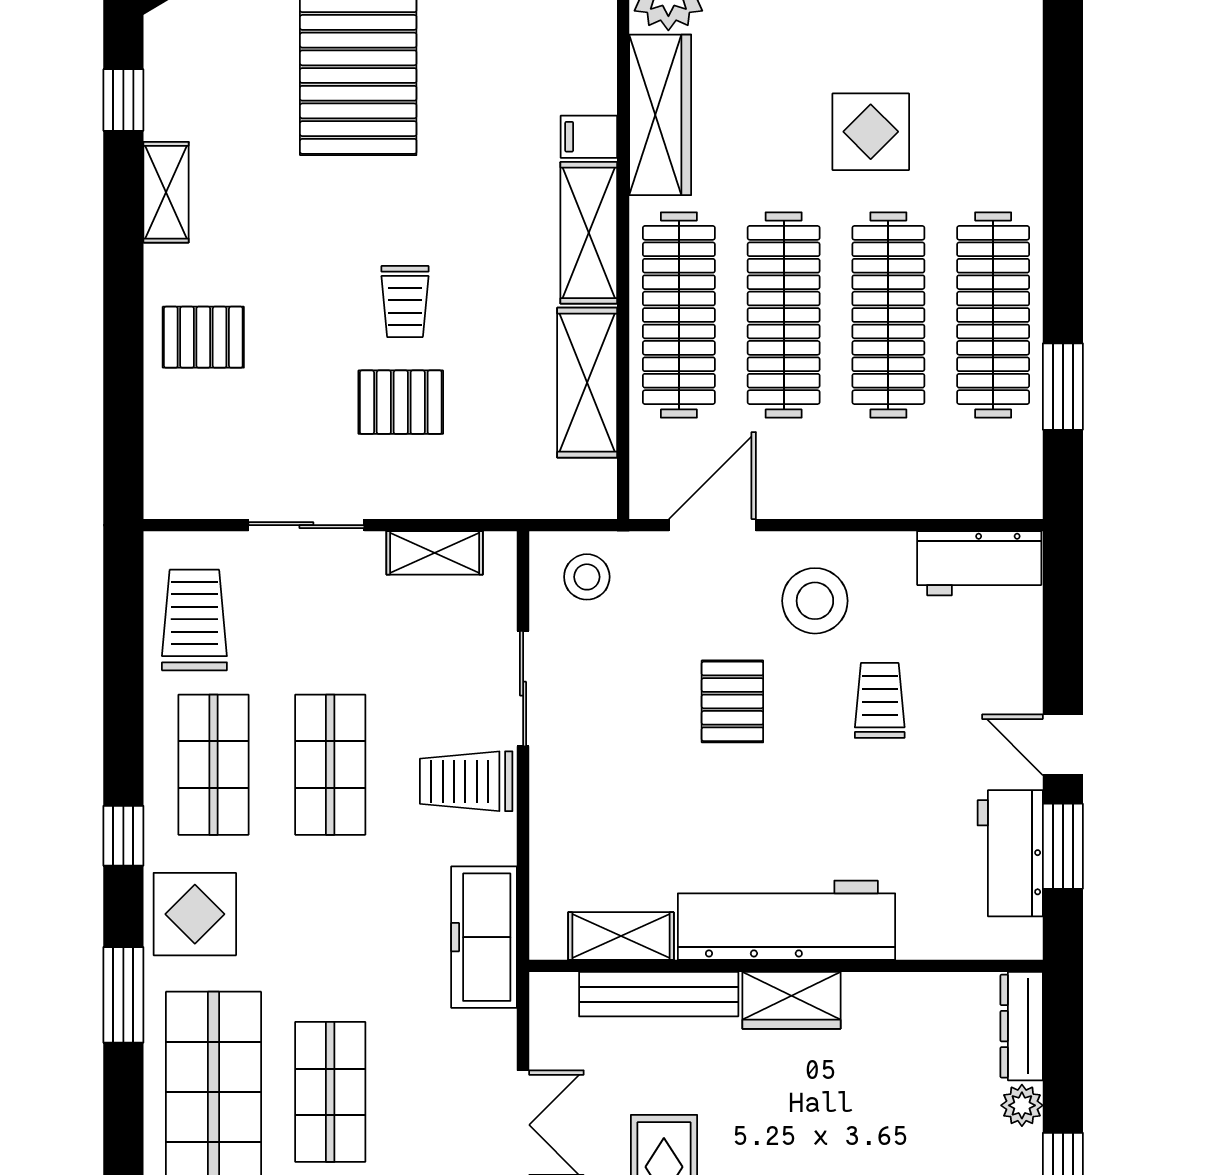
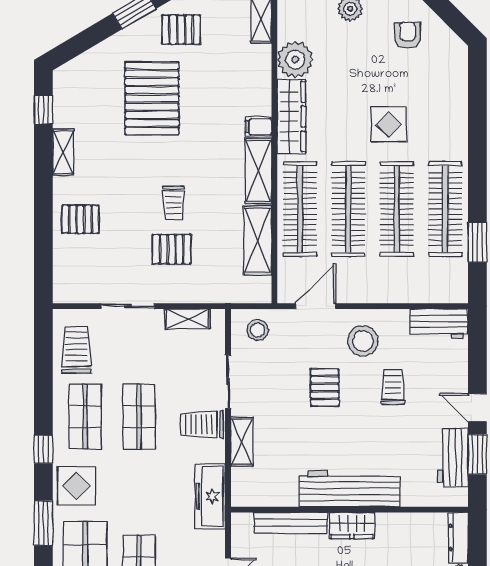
shelving: (621, 936) -> (242, 442), moved, turned 90

